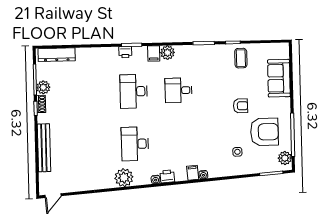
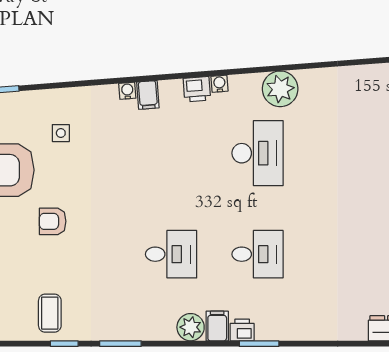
printer: (125, 52) -> (242, 330), moved
desk: (134, 91) -> (258, 254), width x0.73

